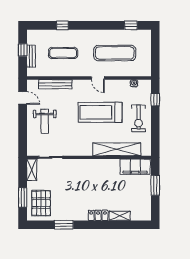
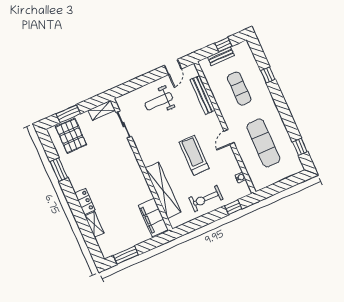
treadmill: (100, 112) -> (194, 155), width x0.73, depth x0.73
window: (155, 185) -> (126, 255), moved
pallet: (41, 203) -> (71, 136), turned 90

